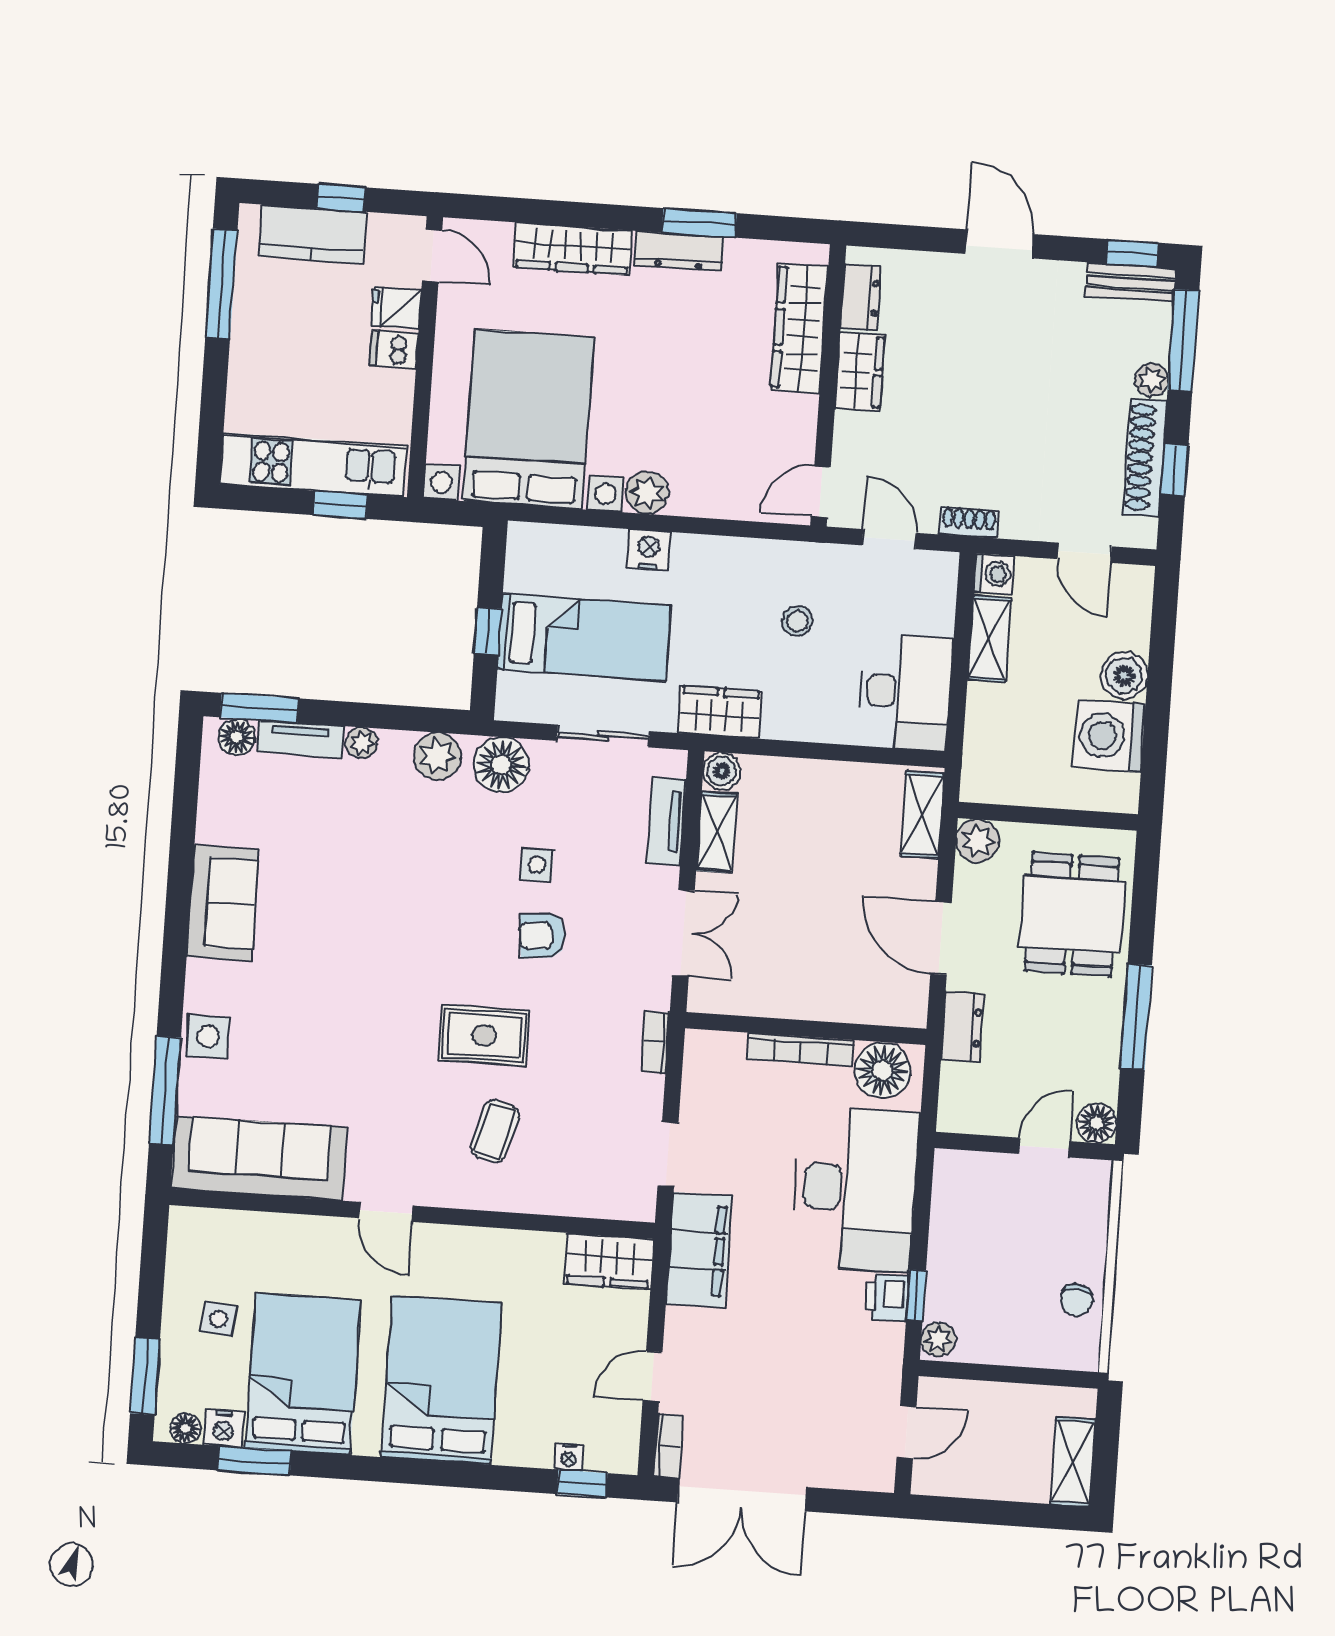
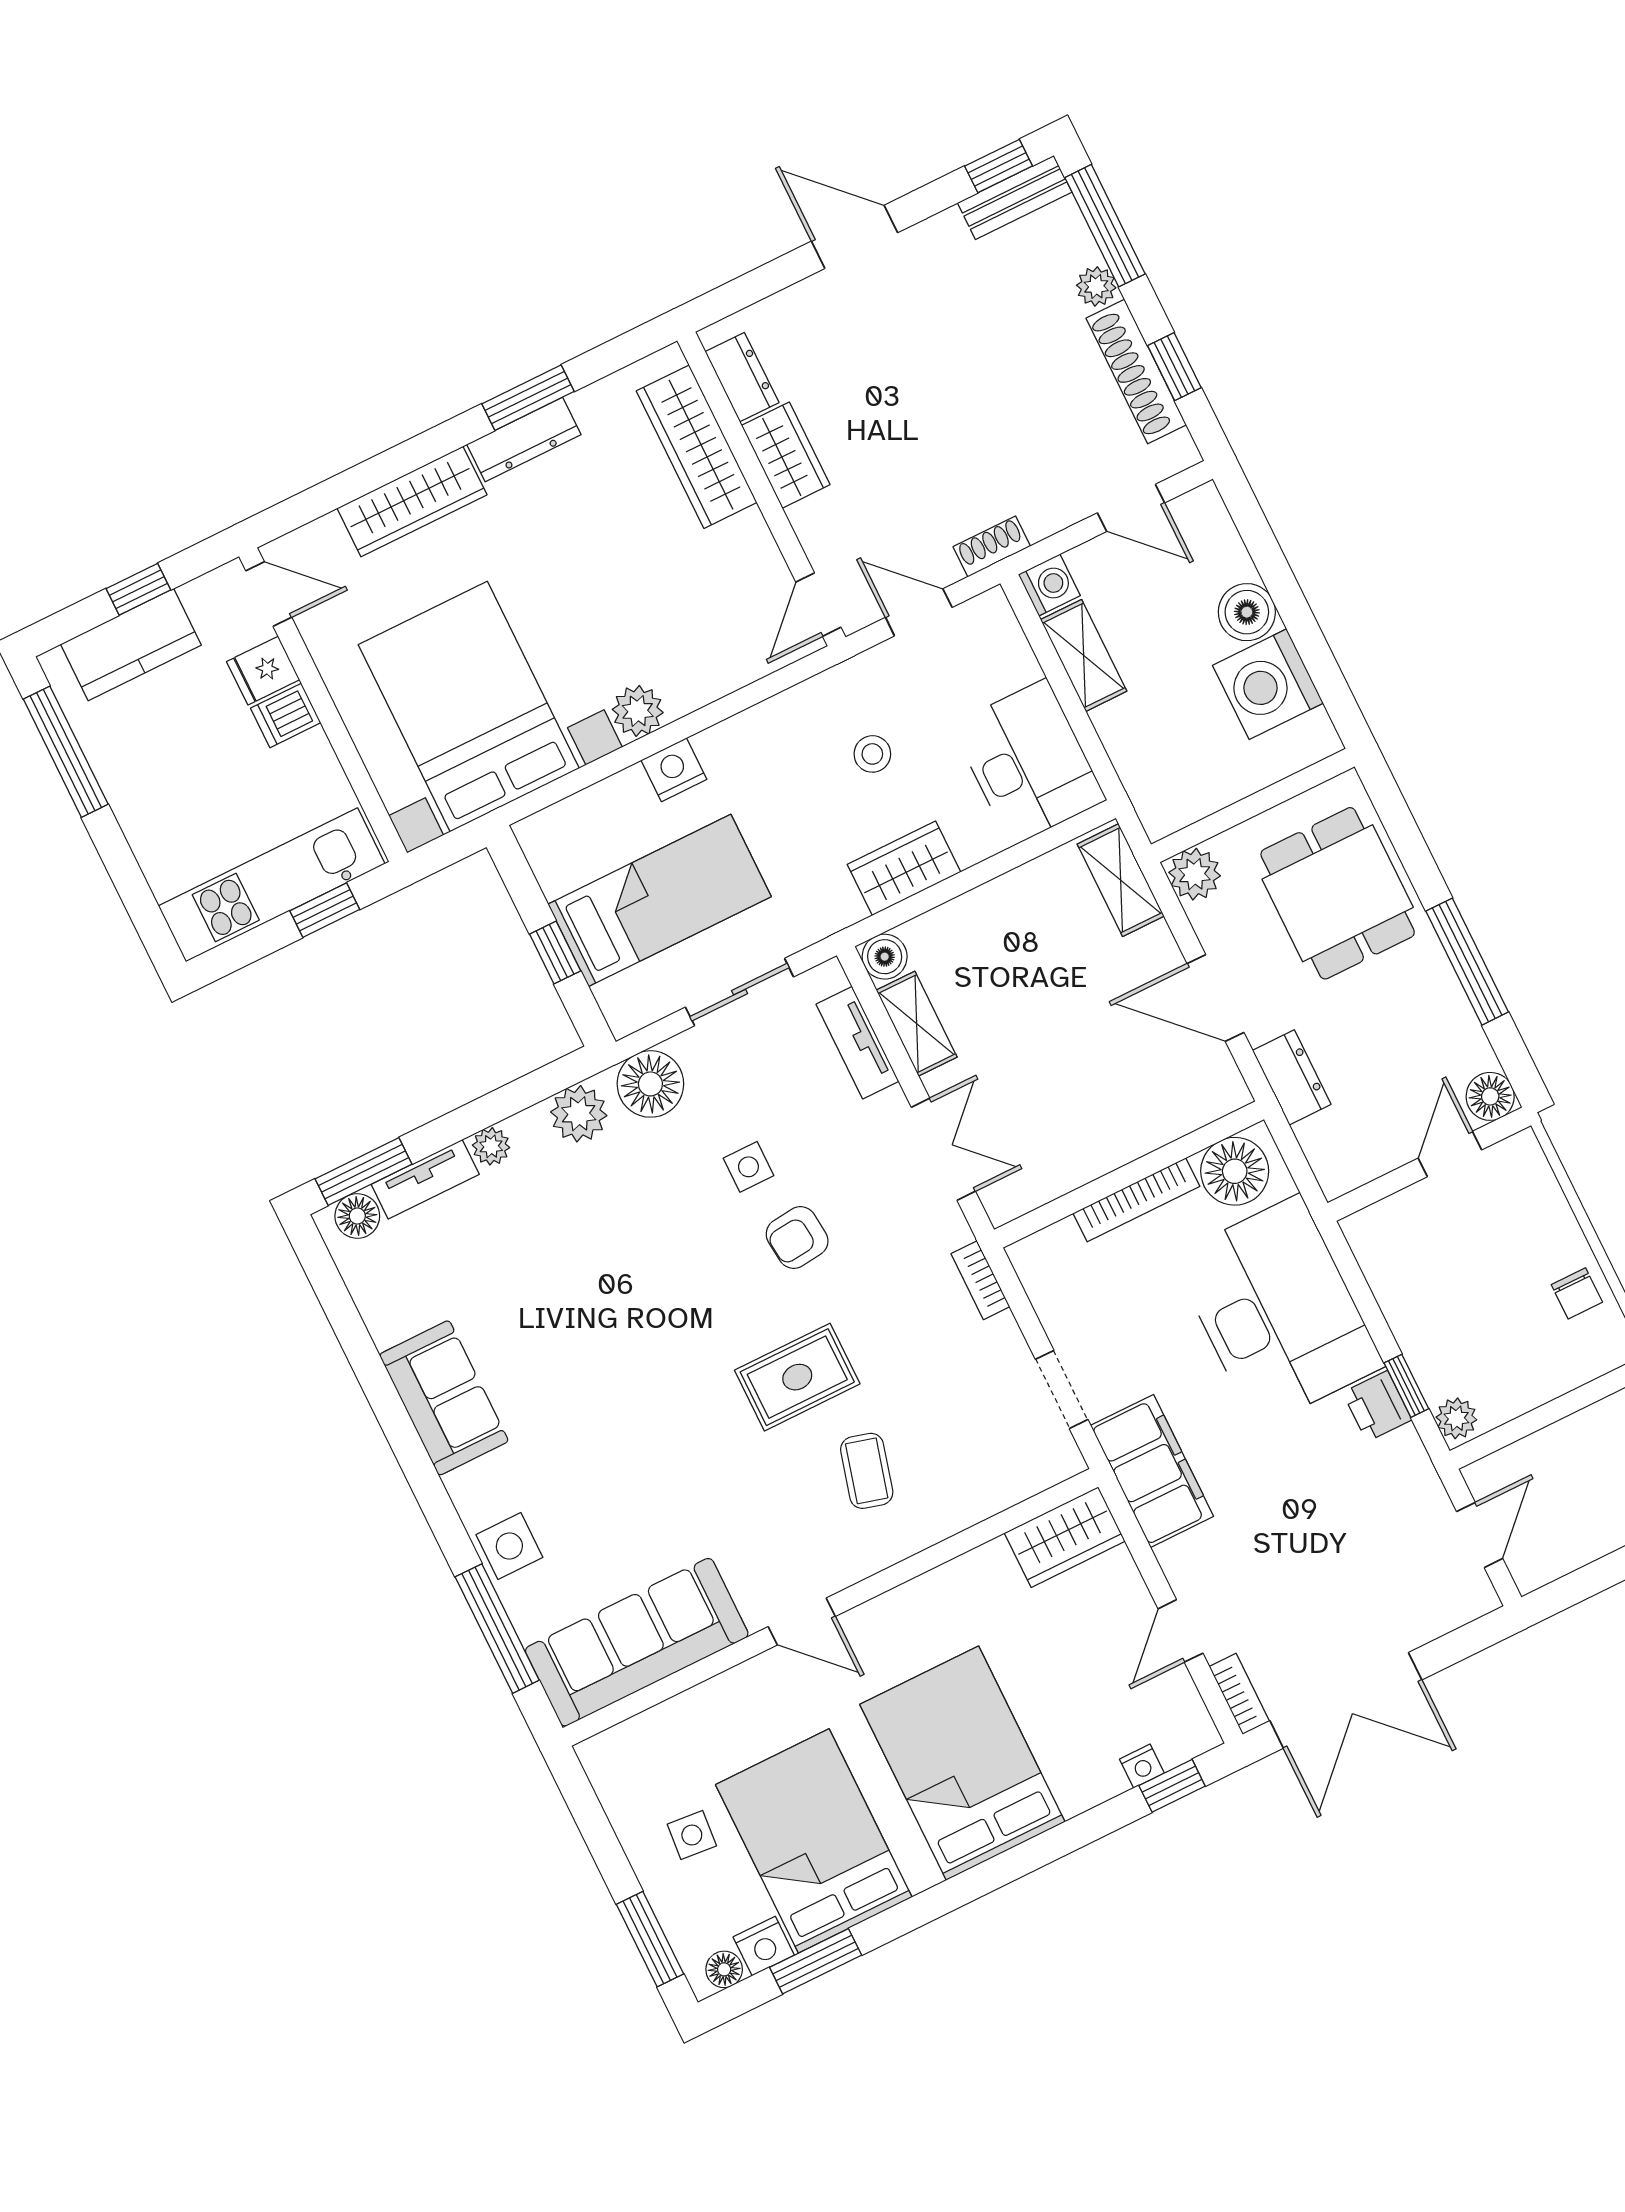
wardrobe: (720, 712) -> (904, 868), moved

